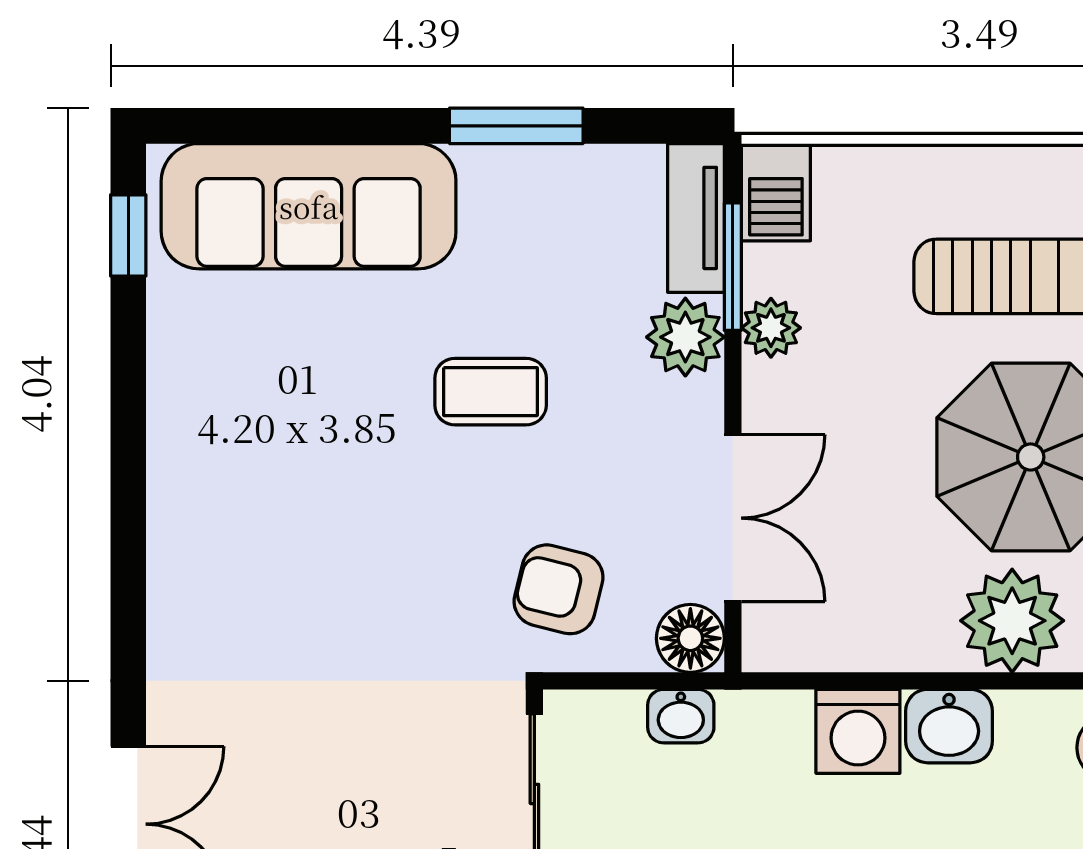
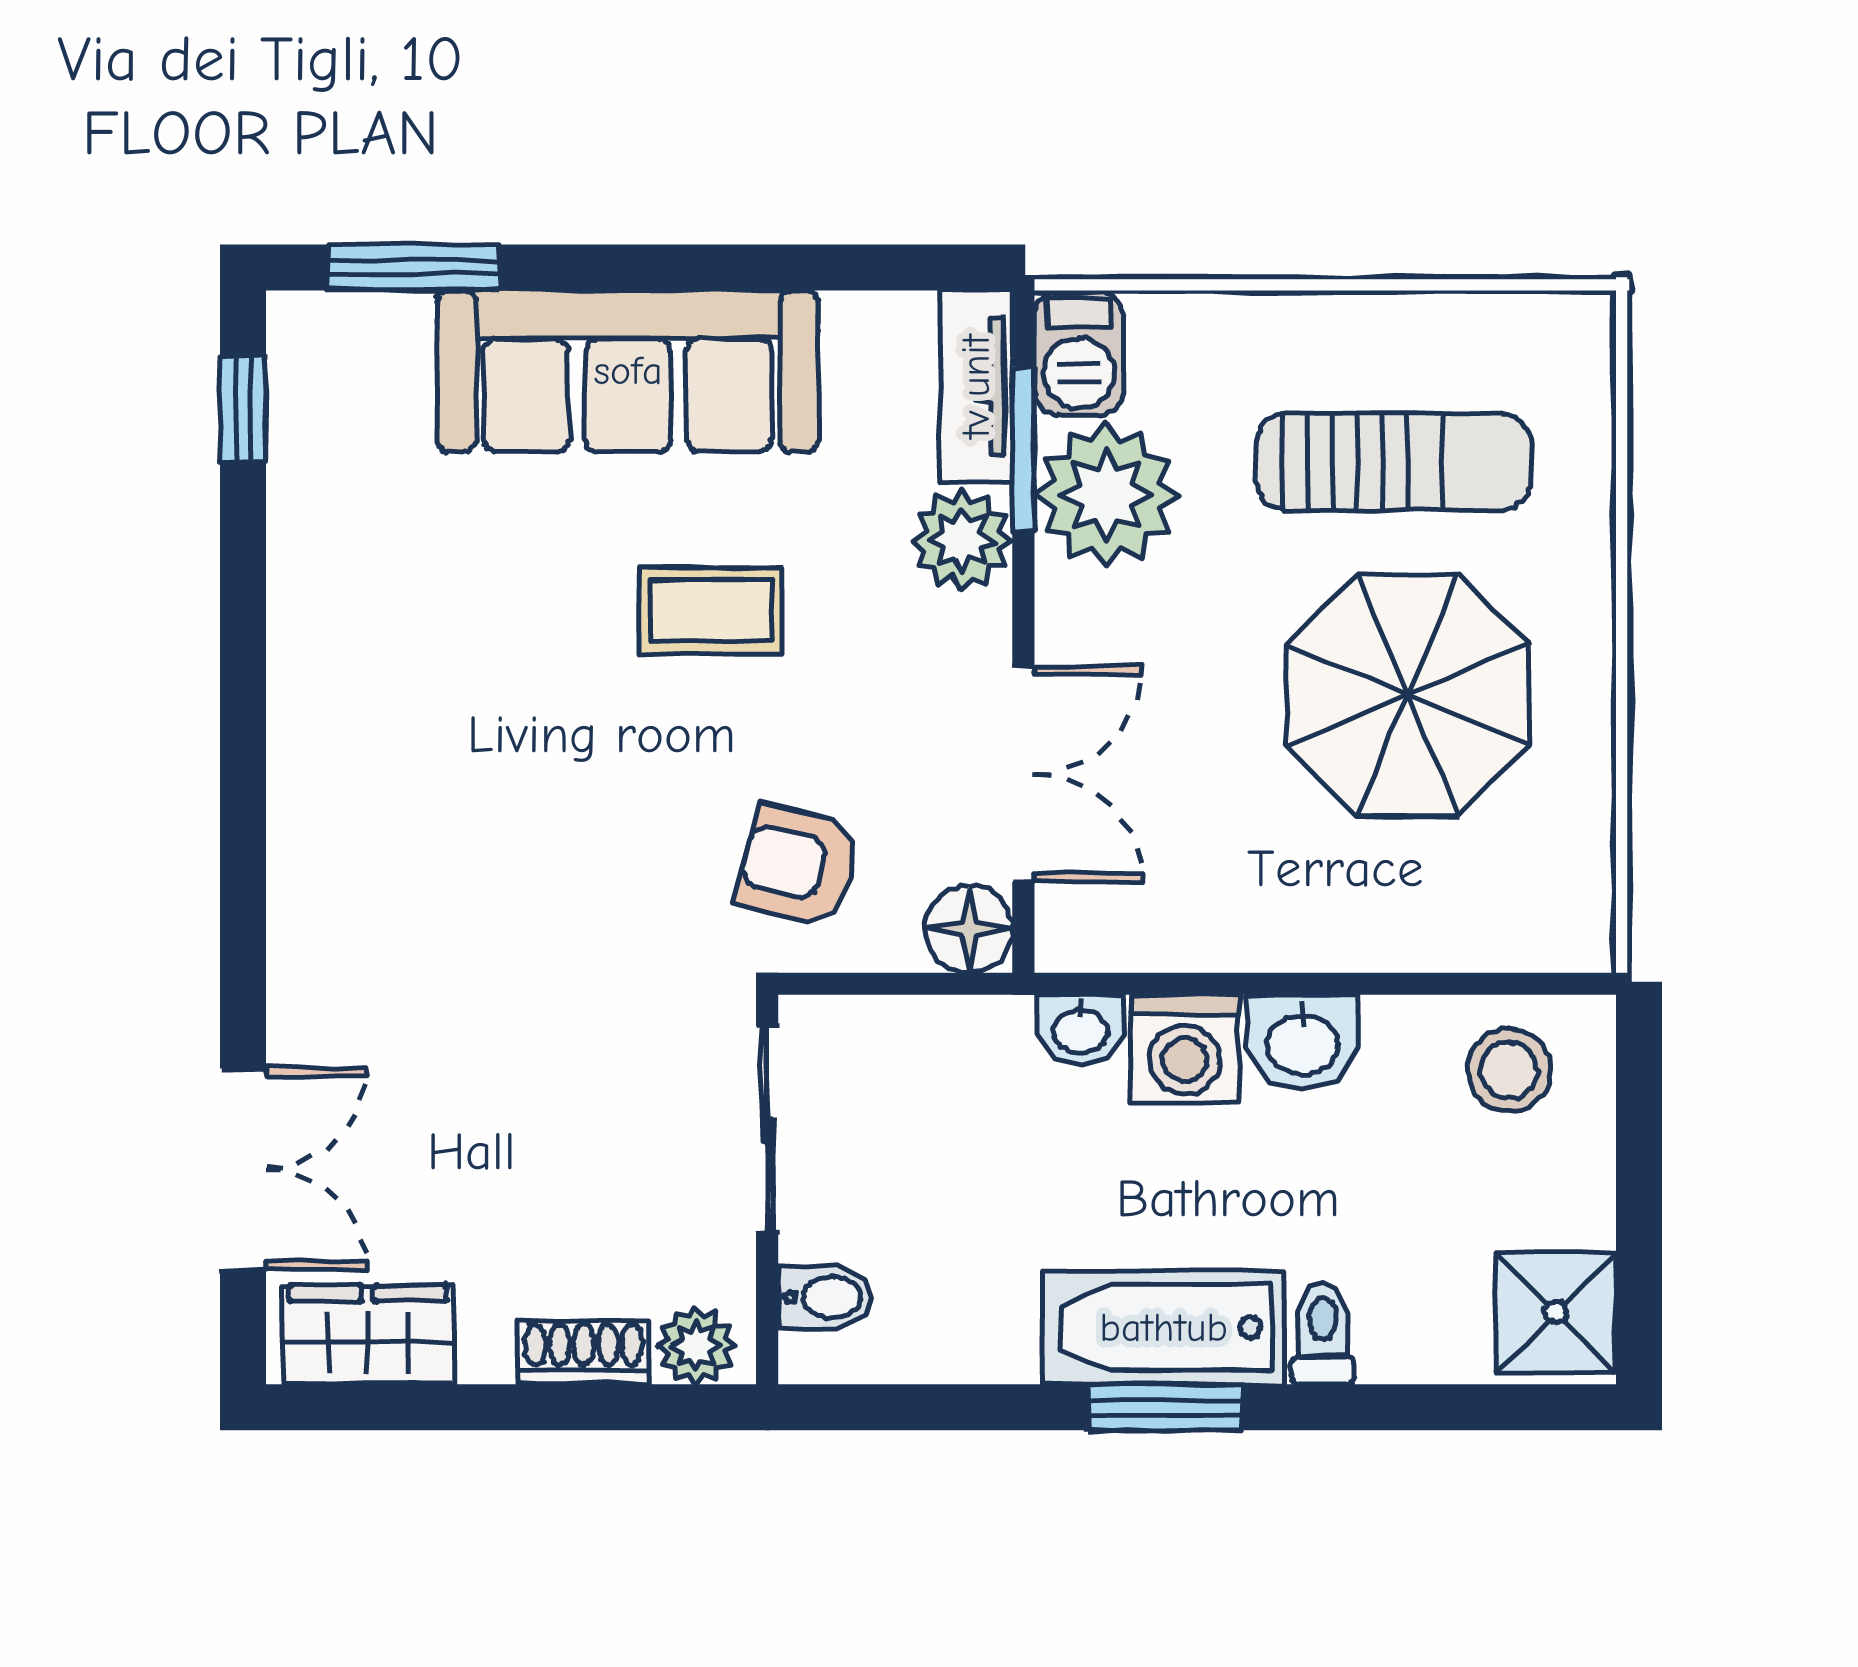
window: (516, 126) -> (414, 267), moved
sofa: (309, 206) -> (628, 371), moved
plant: (771, 328) -> (1106, 495), width x1.88, depth x1.88
plant: (1012, 621) -> (1384, 906), removed
washbasin: (681, 716) -> (1080, 1029), moved

